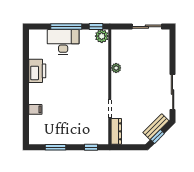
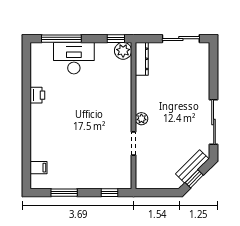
window: (66, 27) -> (61, 39), moved
plant: (116, 68) -> (141, 119), moved
printer: (37, 71) -> (37, 95), width x0.53, depth x0.68
filing cabinet: (35, 109) -> (39, 168), moved
dresser: (116, 131) -> (142, 59), moved

